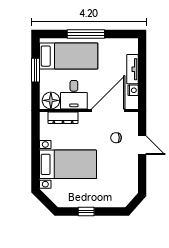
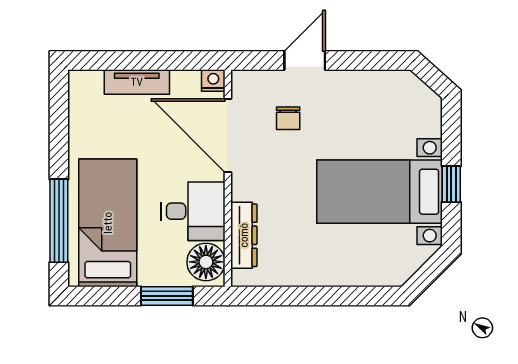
window: (86, 34) -> (59, 221), moved
window: (36, 70) -> (167, 296), moved
nightstand: (133, 90) -> (213, 81), moved
bed with nightstands: (68, 164) -> (380, 192), moved, turned -90

